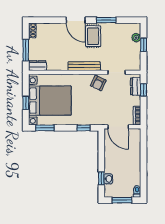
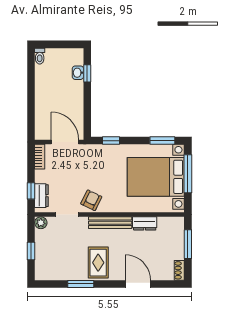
door: (76, 20) -> (138, 284), moved
plant: (136, 38) -> (41, 223), moved
dresser: (37, 66) -> (145, 223), moved
window: (26, 103) -> (188, 174), width x2.17
window: (122, 200) -> (60, 44), removed

